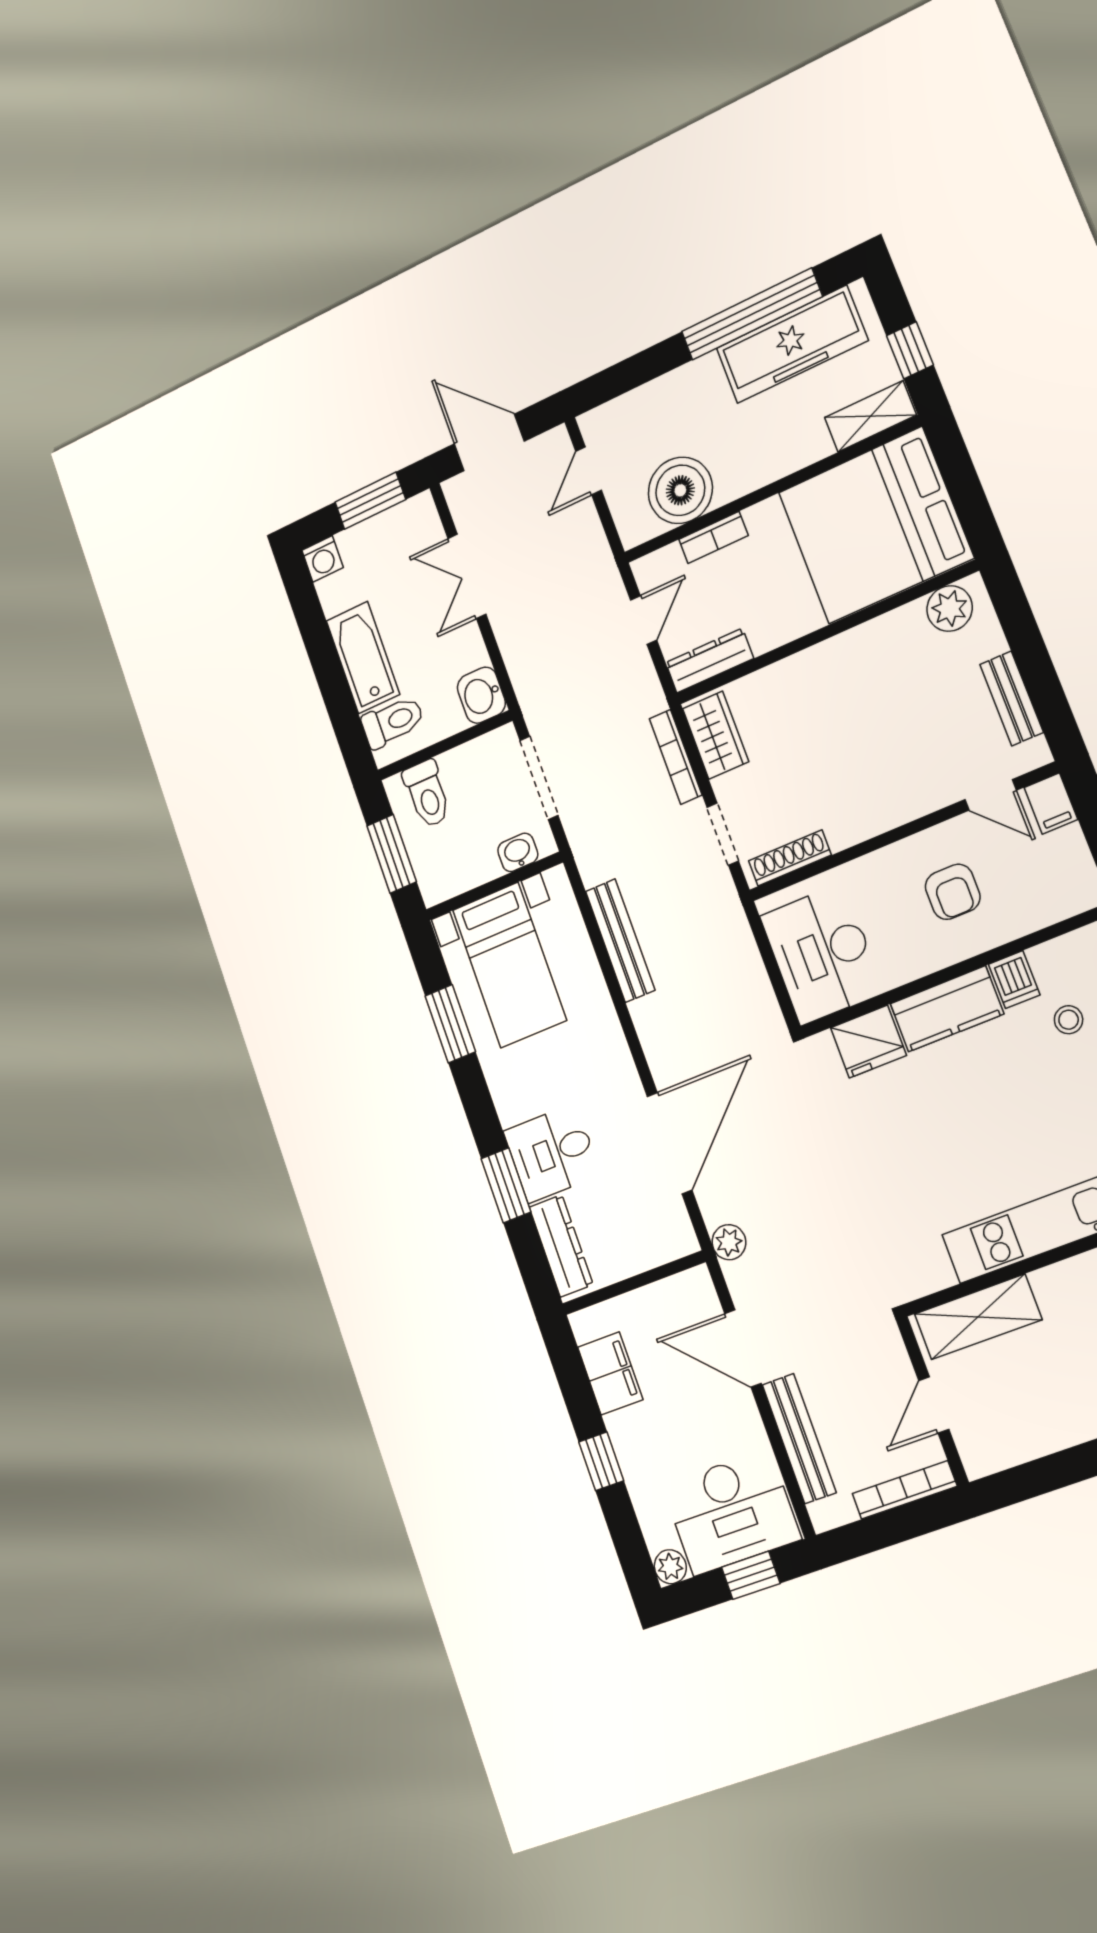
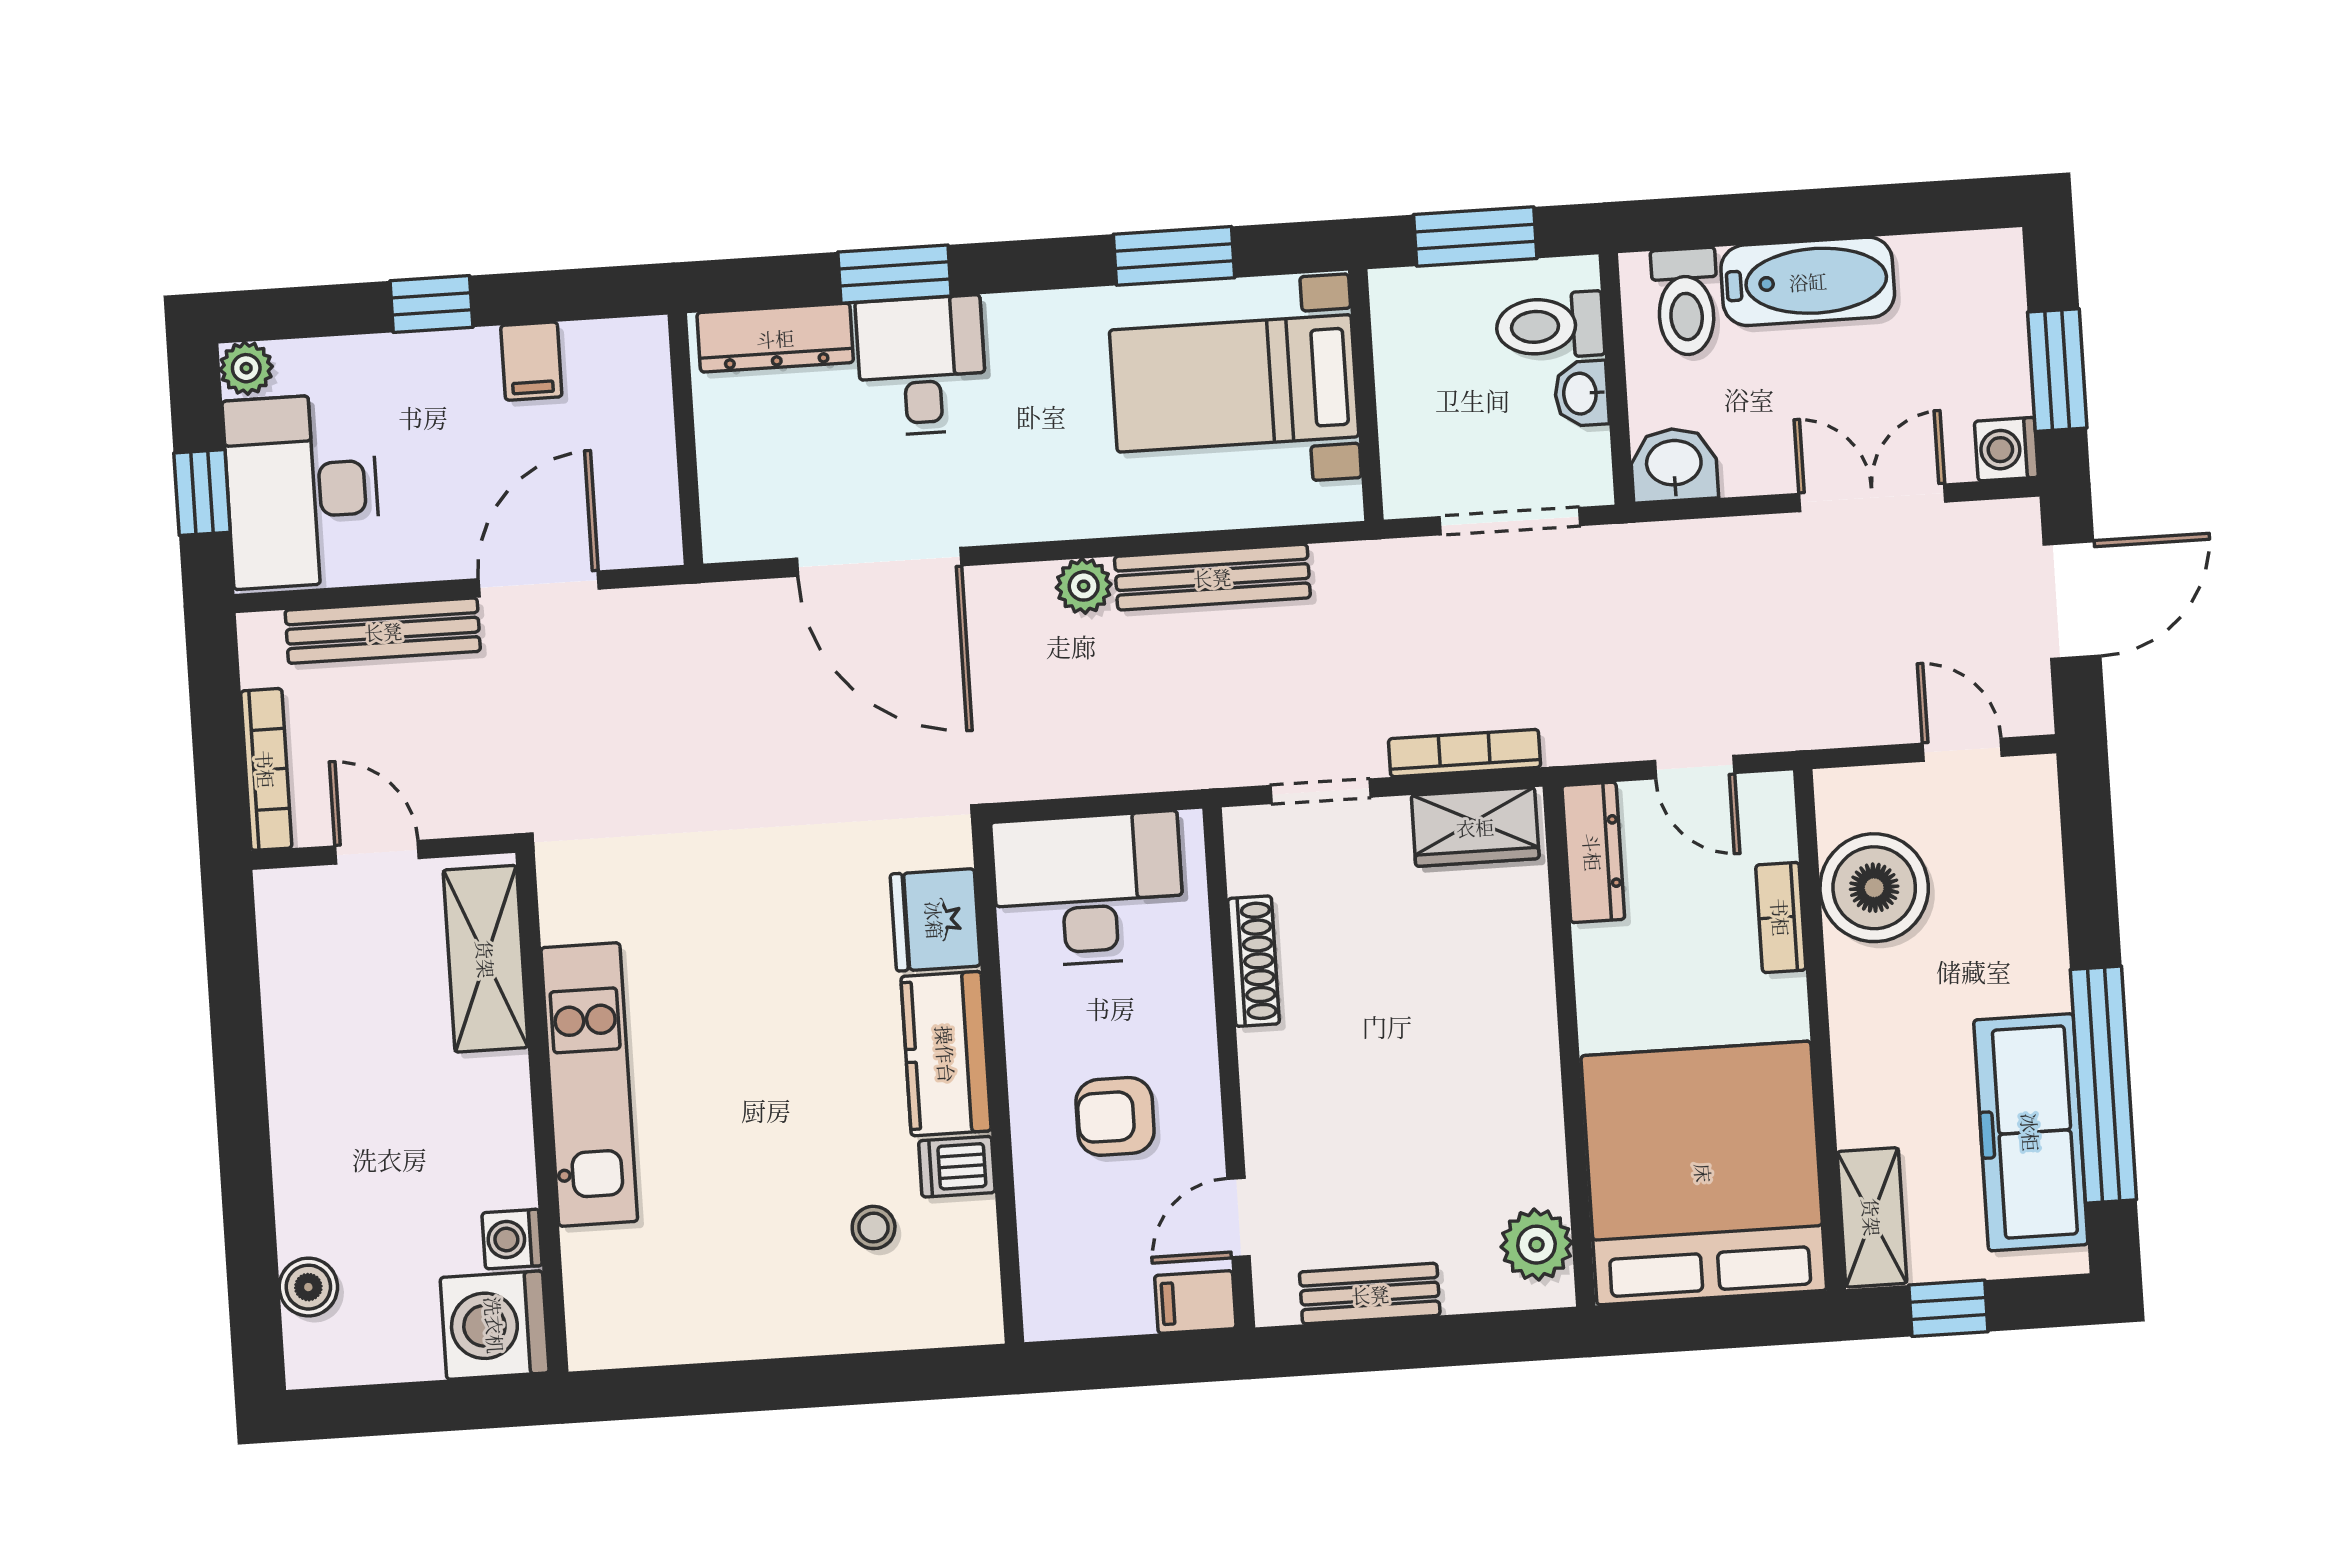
washing machine: (323, 559) -> (2006, 449), moved
washbasin: (518, 852) -> (1581, 393), moved, turned 180
shoe rack: (790, 858) -> (1253, 961), moved
plant: (729, 1242) -> (1084, 586), moved
filing cabinet: (610, 1373) -> (531, 361), width x0.50

